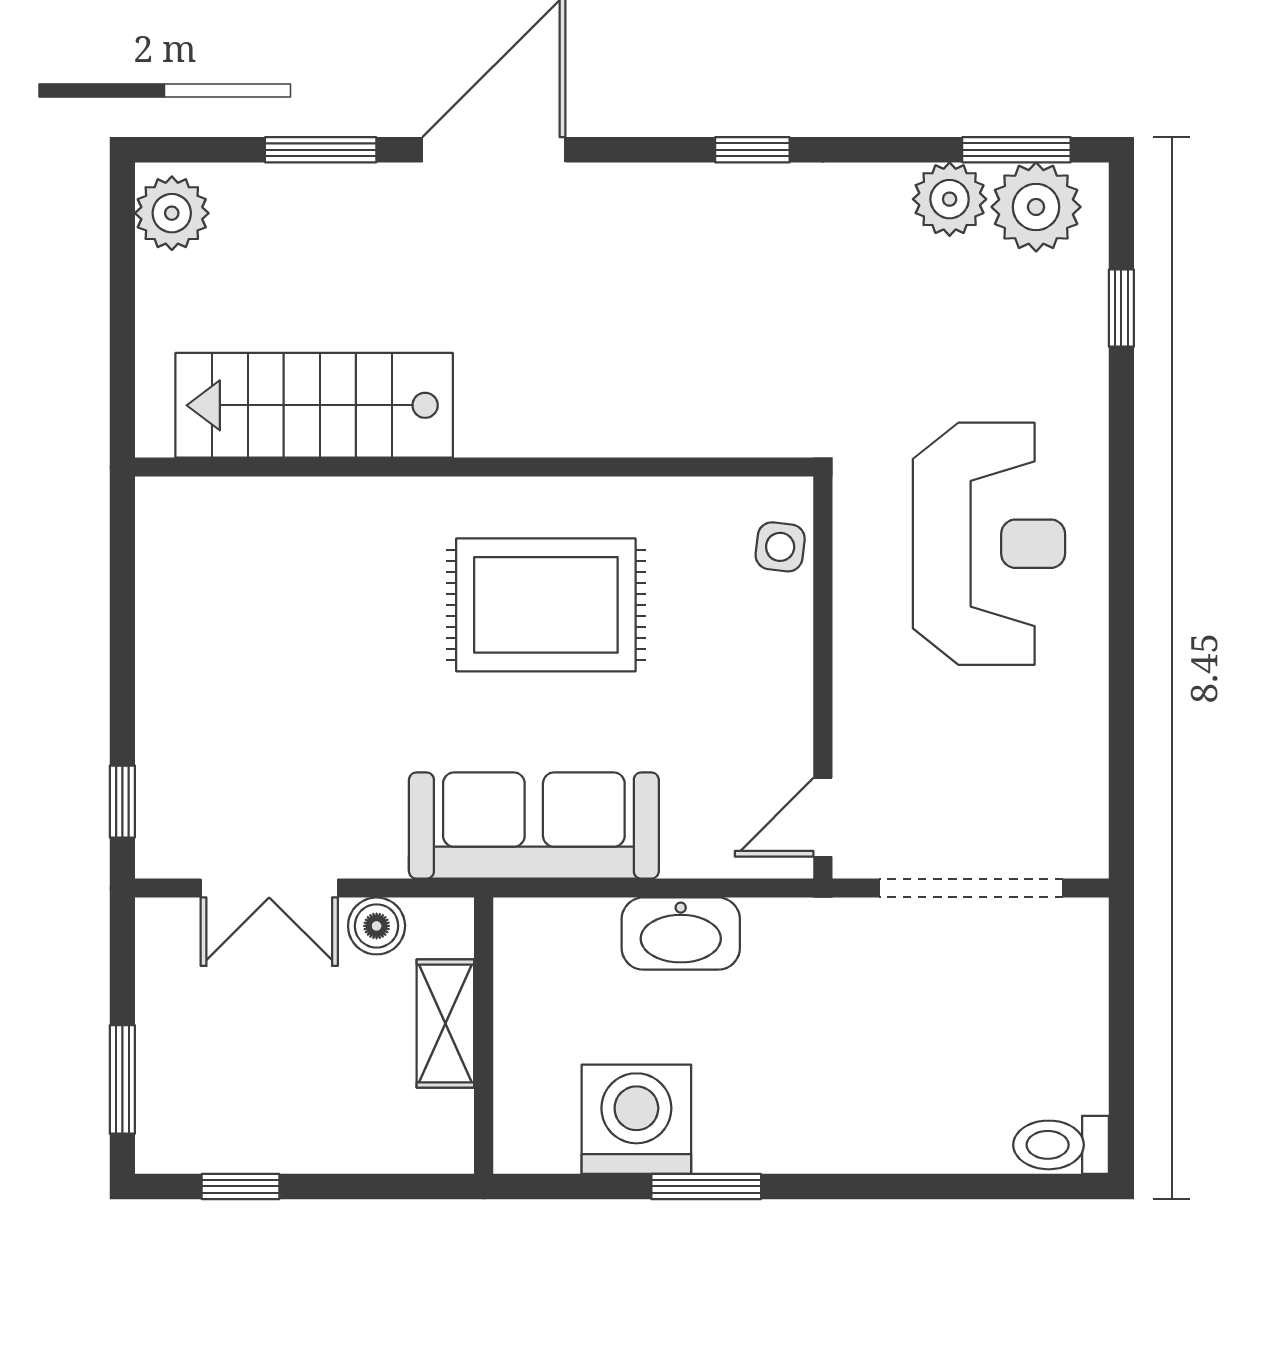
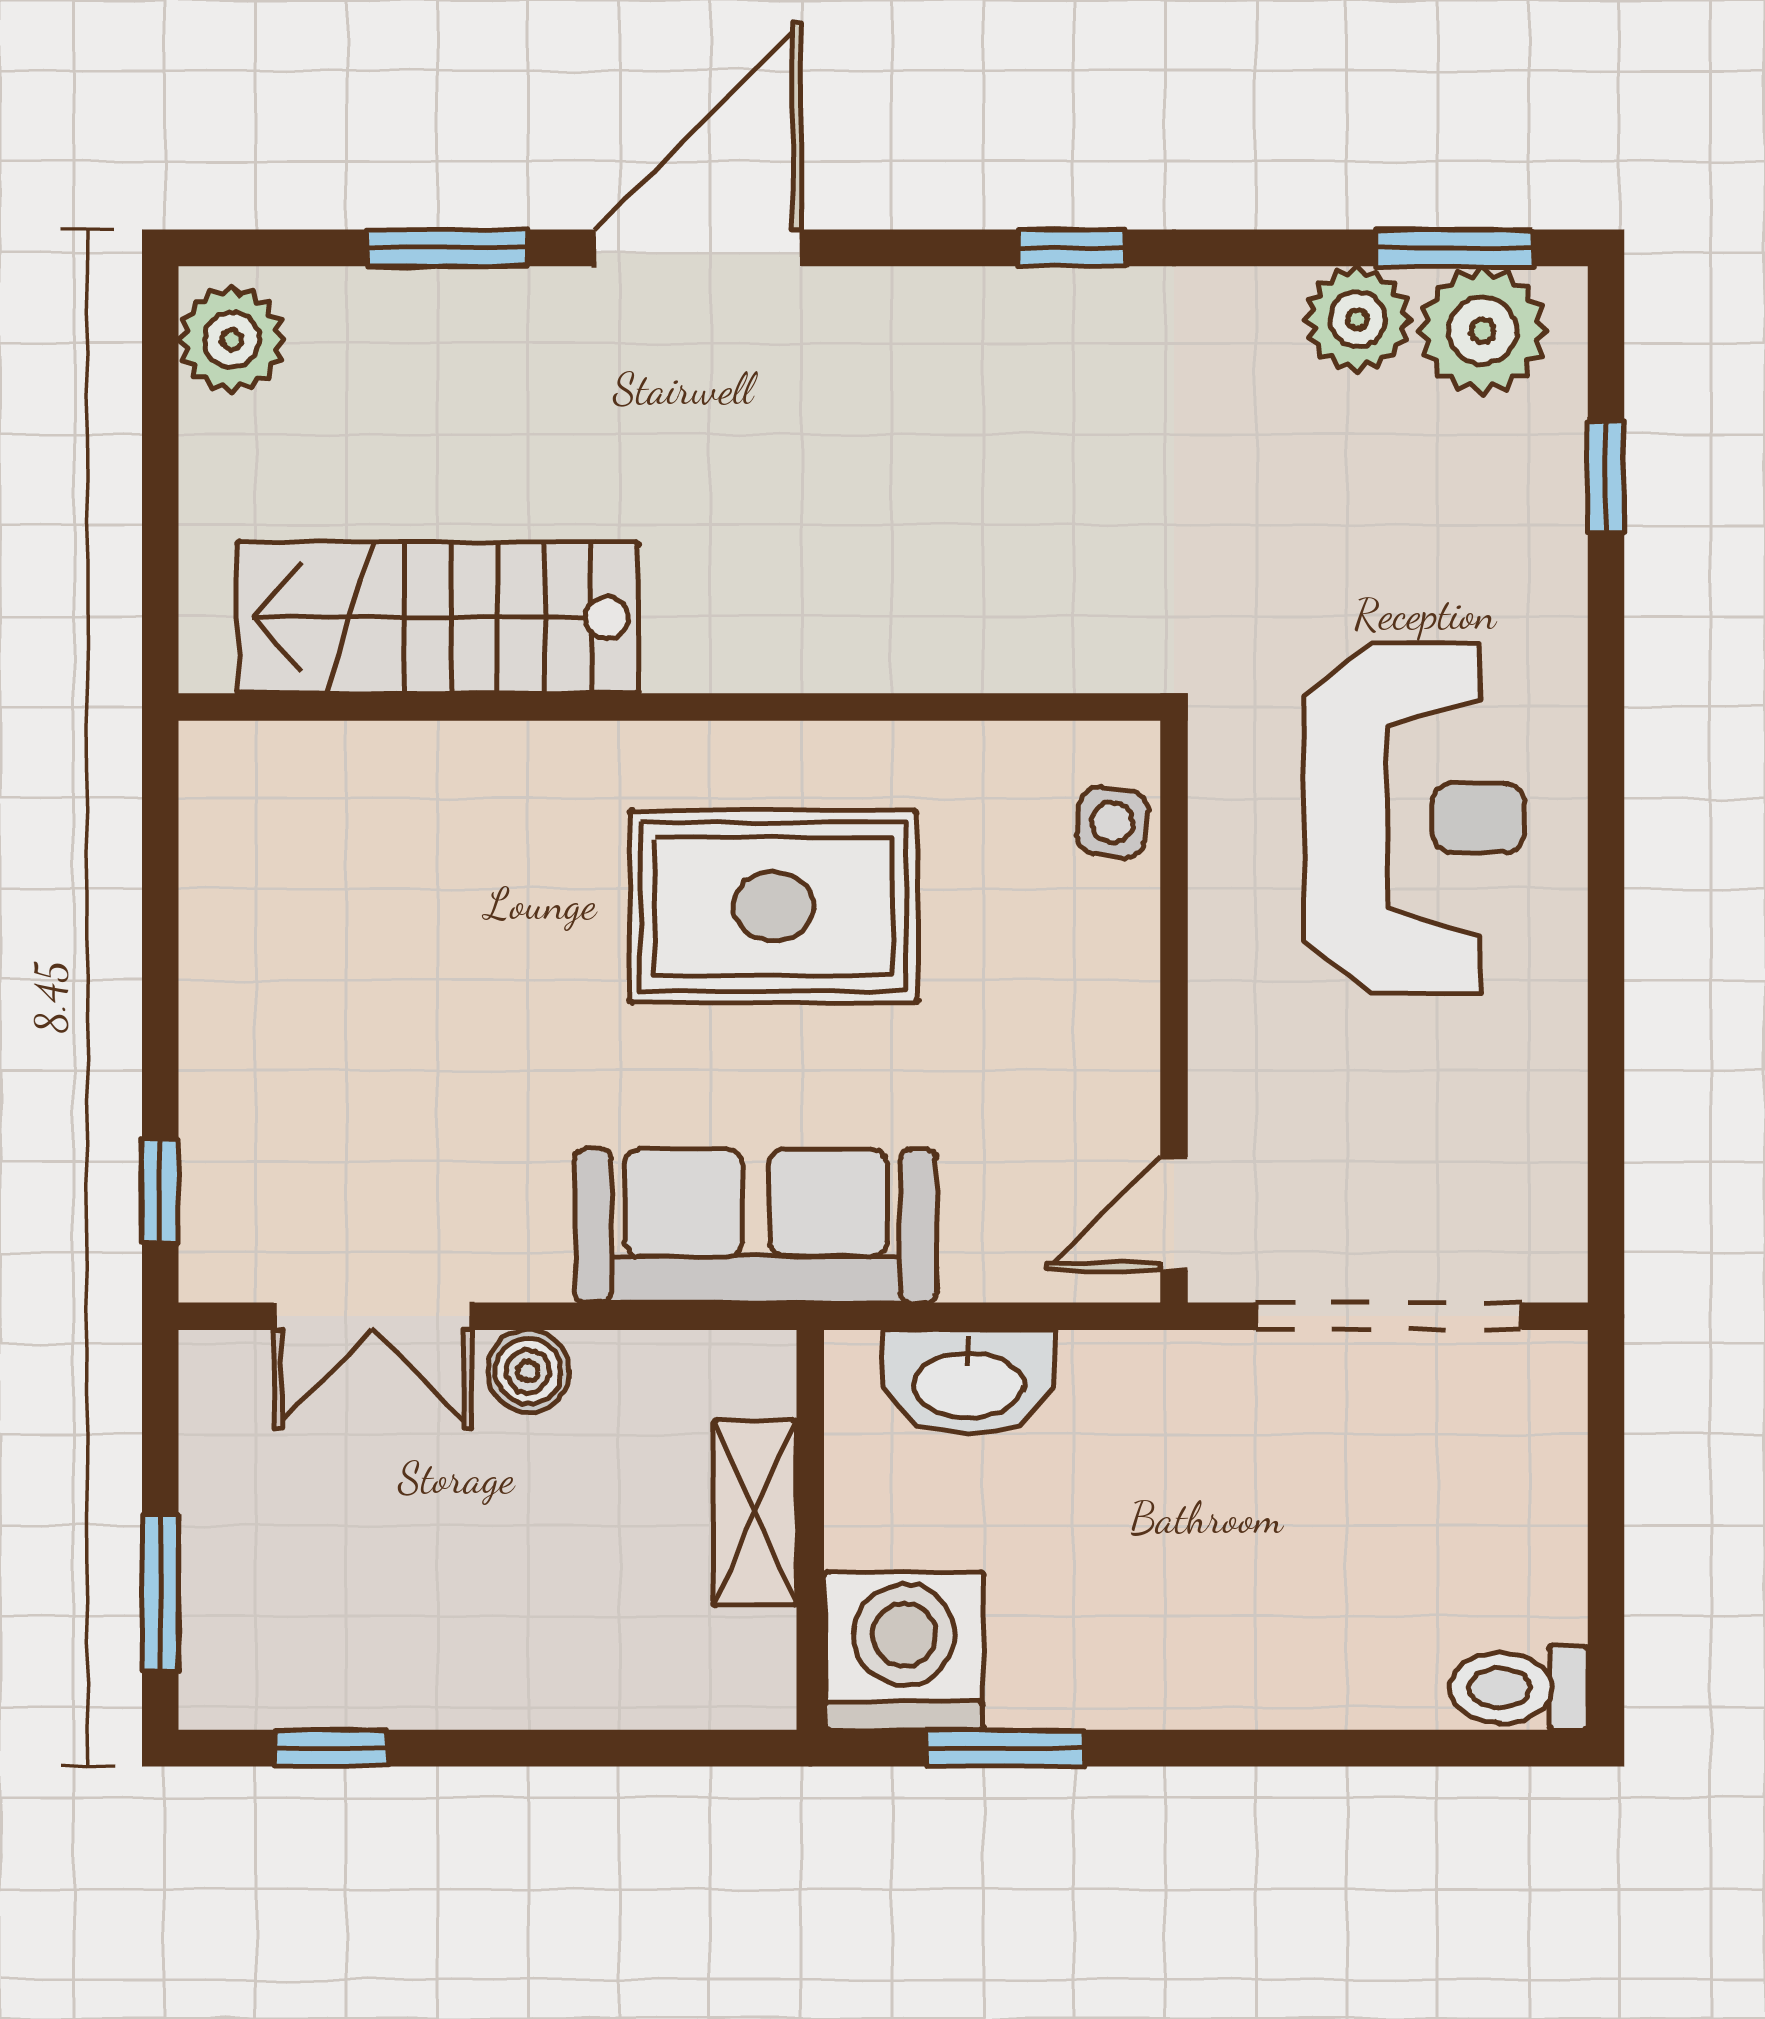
shelving: (445, 1024) -> (755, 1512), moved
wall: (484, 1036) -> (810, 1530), moved

